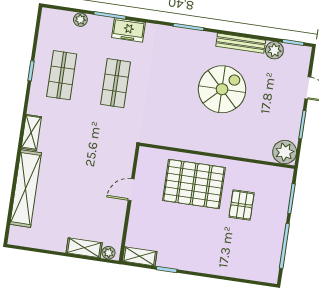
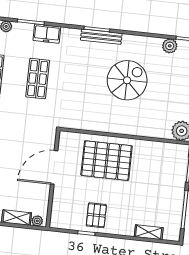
bench: (241, 43) -> (101, 37), moved
door: (131, 190) -> (54, 167), width x1.87
pallet: (242, 205) -> (96, 215), moved
shelving: (140, 256) -> (149, 232), moved

